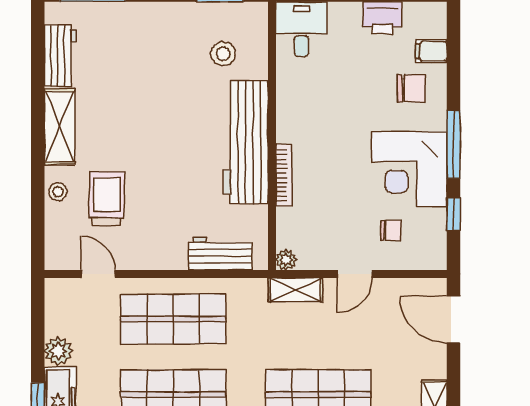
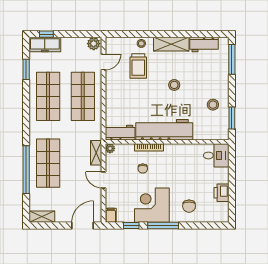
filing cabinet: (431, 51) -> (111, 215), moved
stool: (223, 54) -> (213, 105), moved
stool: (148, 120) -> (174, 85), added
trolley: (107, 199) -> (138, 66), turned 89
chair: (391, 230) -> (143, 169), moved
workbench: (220, 254) -> (120, 133), moved, turned -90
plant: (58, 351) -> (94, 44), moved

